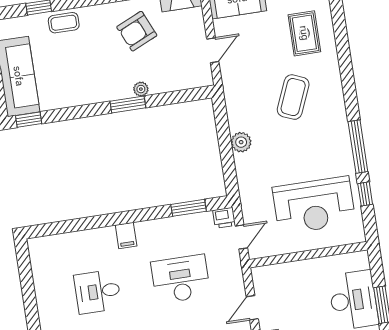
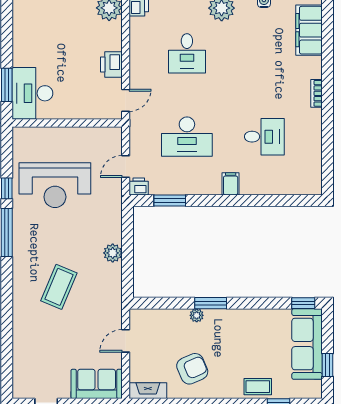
rug: (304, 33) -> (40, 343), removed
reception desk: (314, 205) -> (55, 185), turned 180
wall: (308, 255) -> (67, 123), moved

